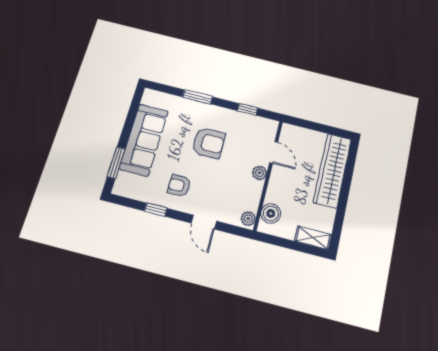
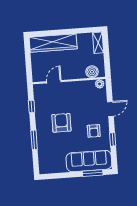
sofa: (144, 140) -> (89, 161), moved
plant: (259, 173) -> (70, 86), removed

